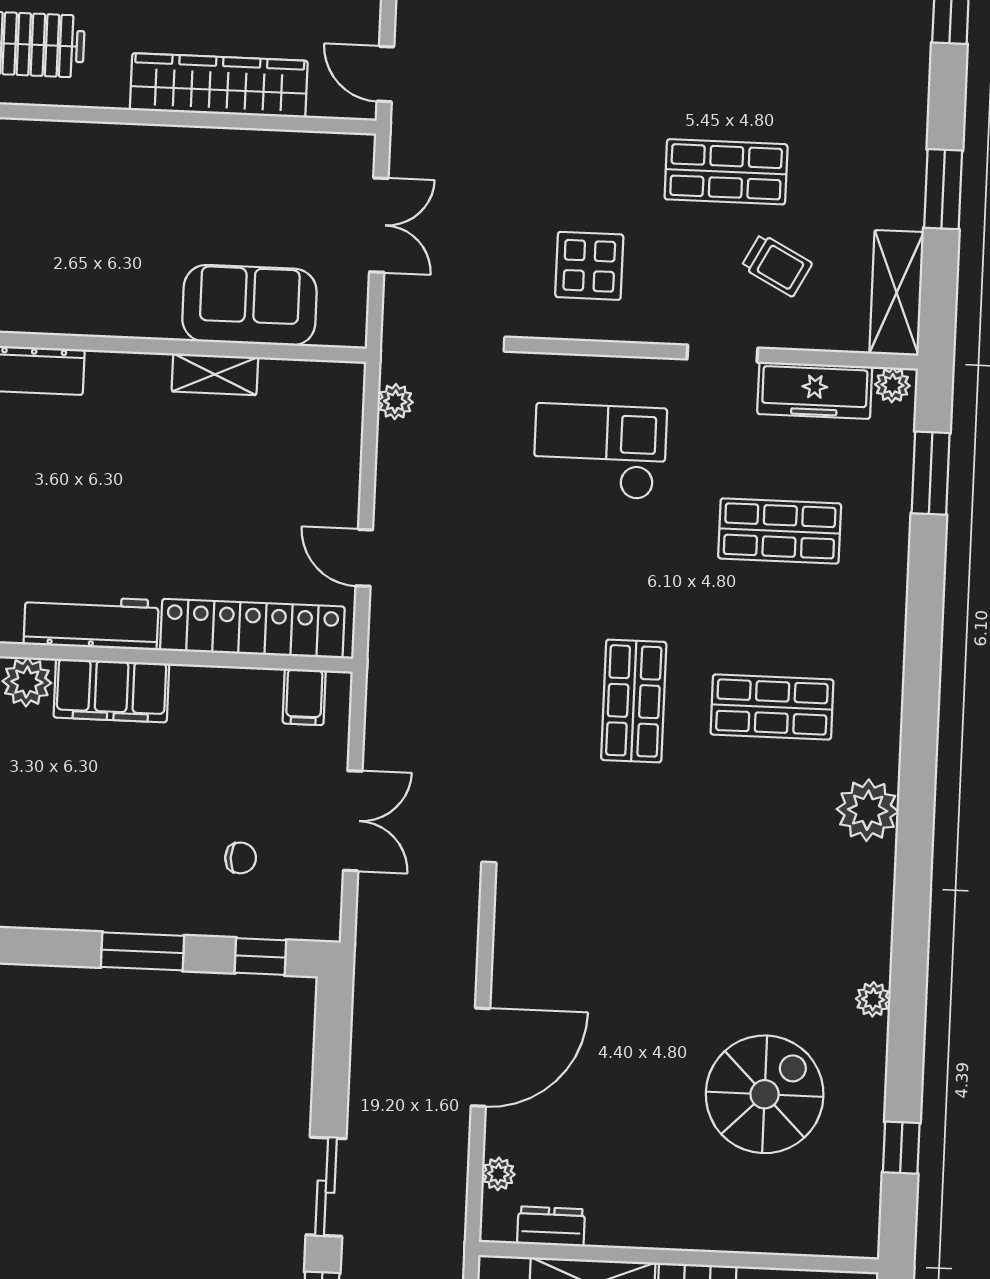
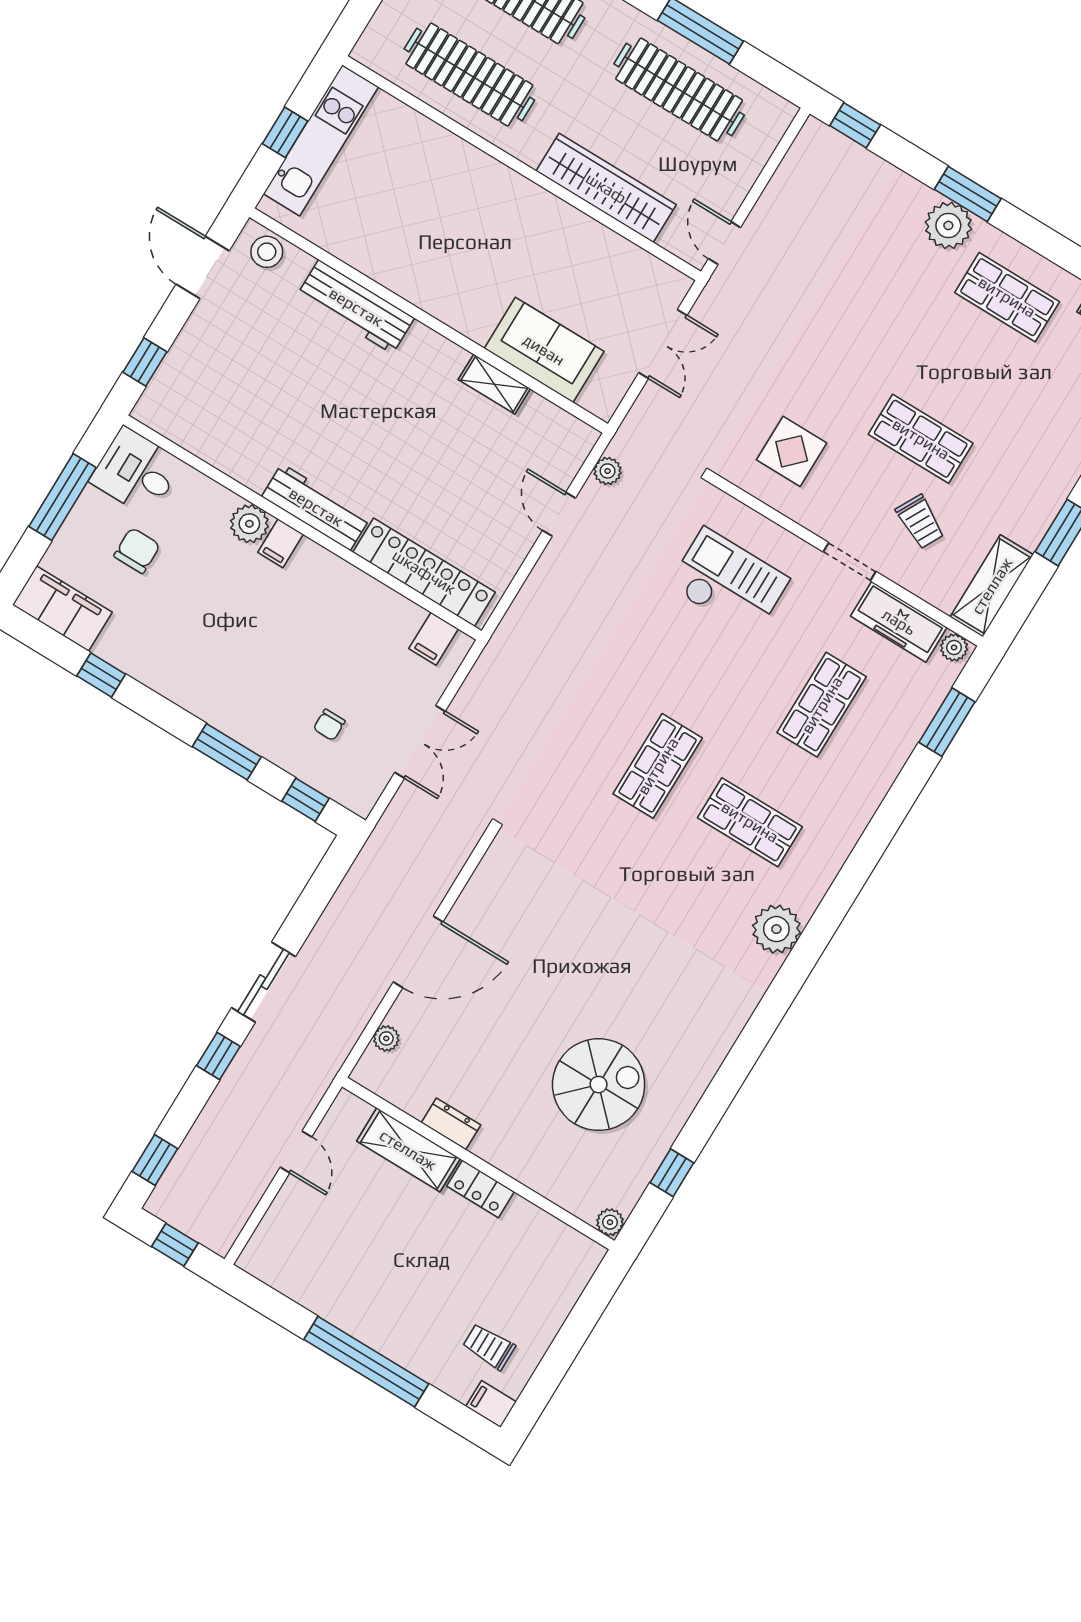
shop shelf: (780, 531) -> (822, 705), turned 90
door: (364, 558) -> (559, 514), moved
filing cabinet: (111, 691) -> (281, 543), width x0.33, depth x0.86
chair: (241, 858) -> (329, 725), turned 90
plant: (873, 999) -> (610, 1222), moved
dresser: (551, 1226) -> (451, 1124), moved

